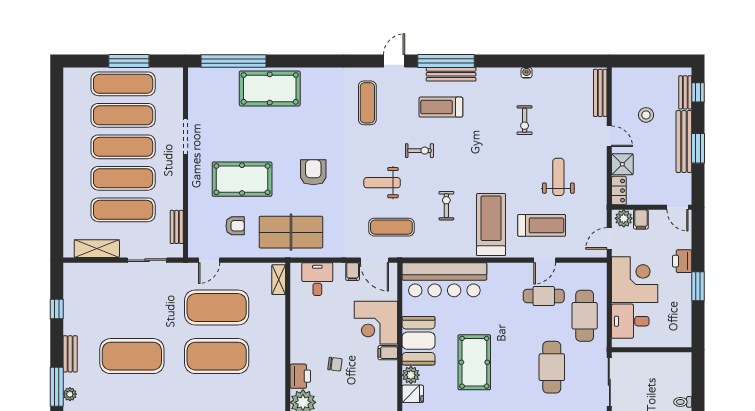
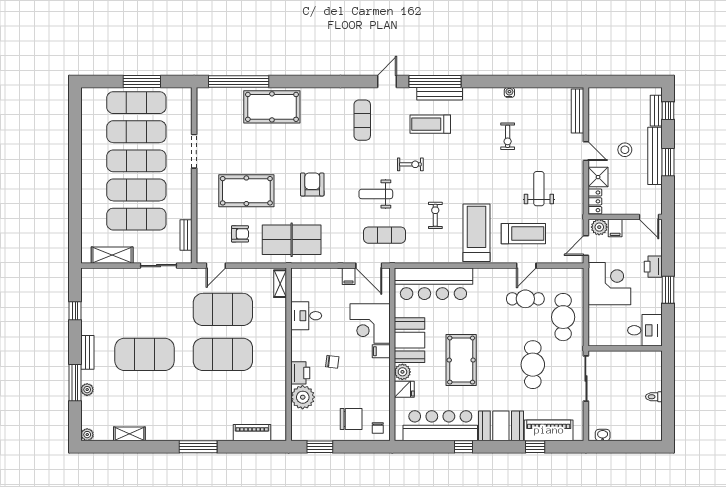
stool: (646, 115) -> (625, 150), moved
desk: (317, 279) -> (306, 316), moved, turned -90
desk: (630, 321) -> (645, 330), moved, turned 180

